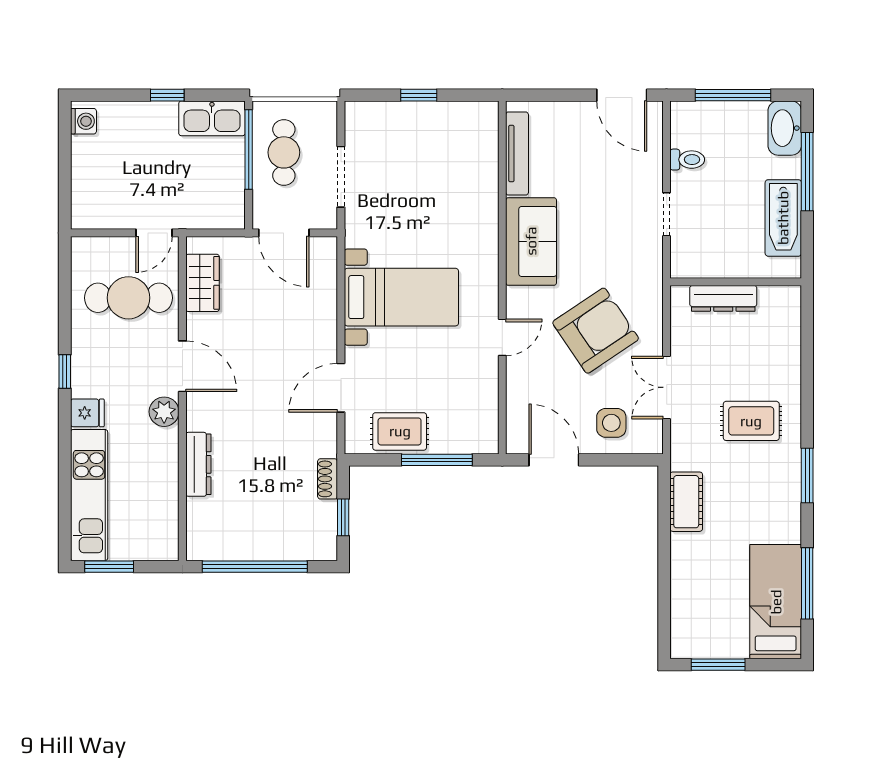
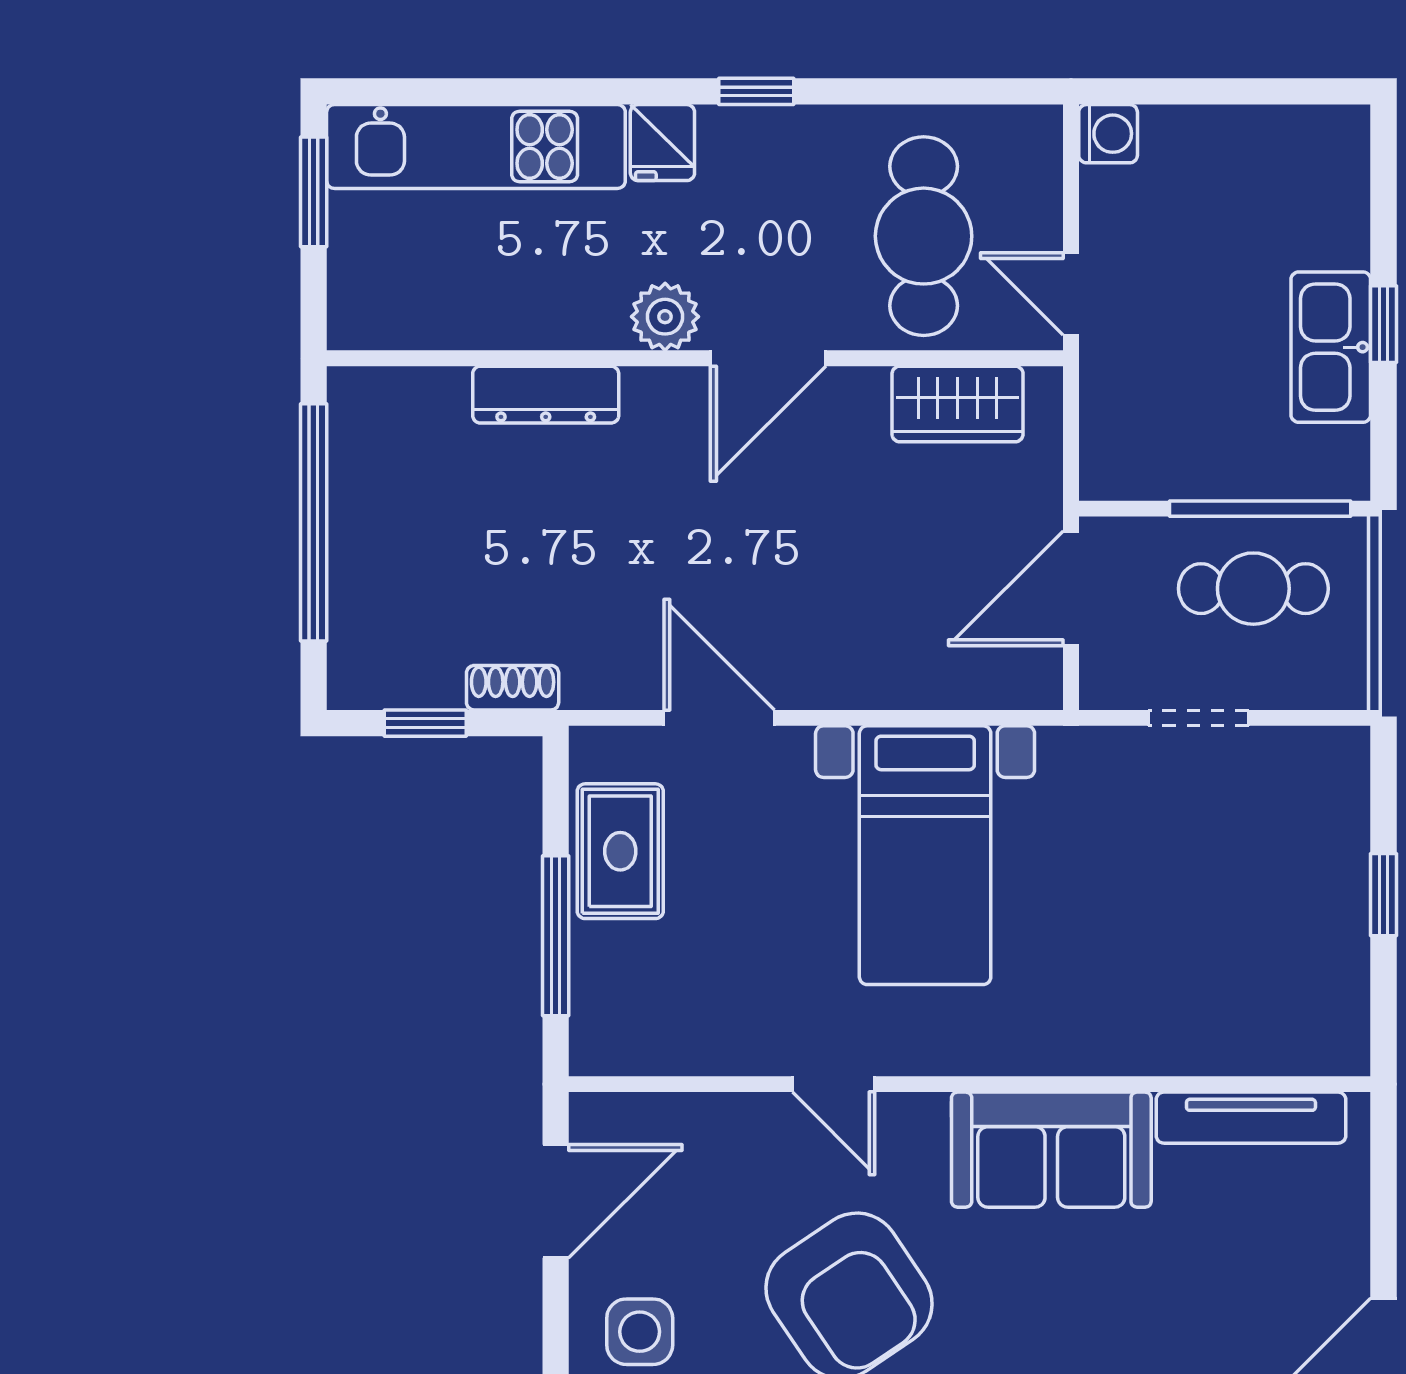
kitchen sink: (212, 118) -> (1331, 347), moved
washing machine: (83, 121) -> (1108, 134), moved, turned -90
doorway: (341, 177) -> (1198, 718), width x0.73

